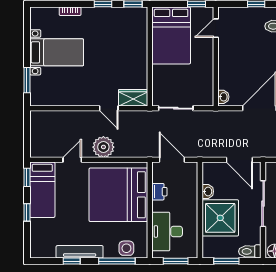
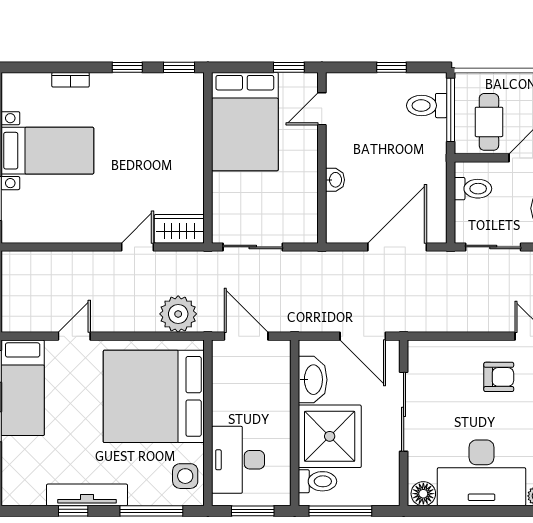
washbasin: (223, 97) -> (335, 180), moved
door: (109, 108) -> (137, 247), swing flipped
plant: (103, 147) -> (178, 314), moved
washbasin: (208, 191) -> (313, 380), width x1.91, depth x1.45
printer: (159, 192) -> (225, 391), removed
side table: (126, 248) -> (185, 476), moved
toilet: (250, 251) -> (317, 481), moved, turned 180
window: (226, 261) -> (340, 511), width x1.44

